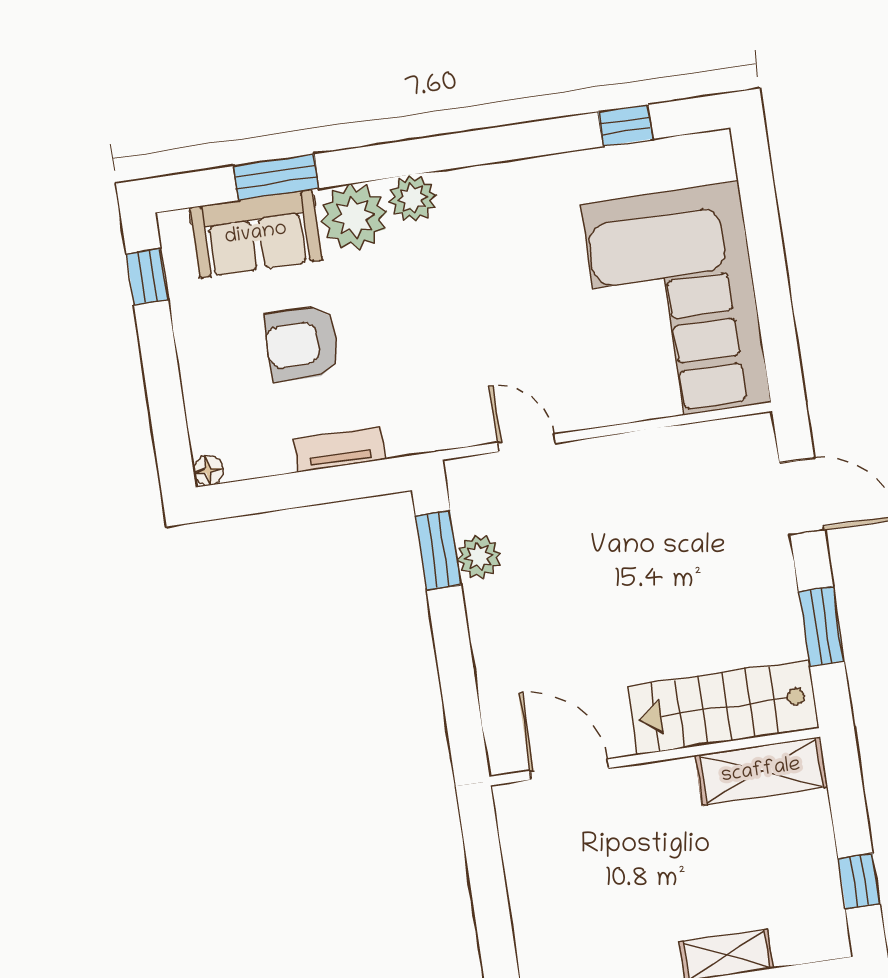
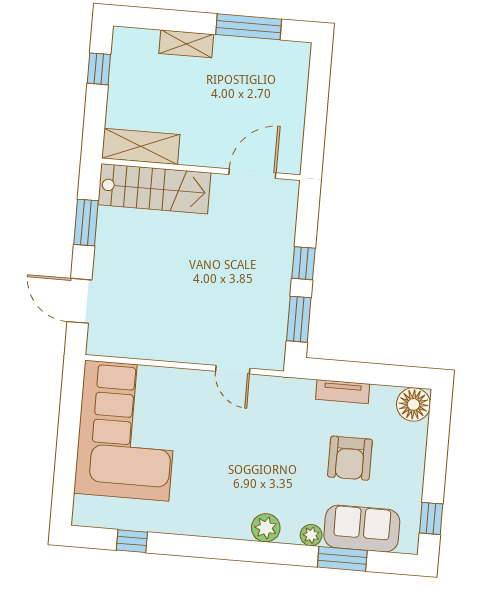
plant: (354, 217) -> (311, 535), width x0.53, depth x0.53
armchair: (302, 344) -> (350, 458), turned 90
floor lamp: (208, 470) -> (413, 404), width x1.89, depth x1.89
plant: (479, 557) -> (276, 310), removed
window: (452, 643) -> (304, 263), added
door: (569, 769) -> (252, 174), swing flipped

